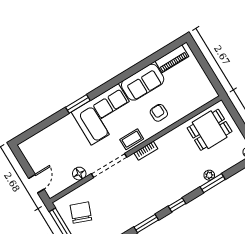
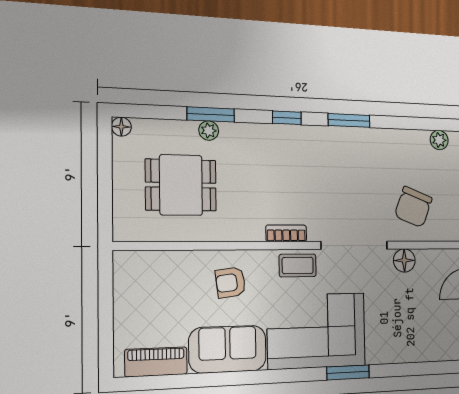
armchair: (159, 113) -> (231, 282), turned 85
dining table: (210, 130) -> (181, 185), moved
chair: (81, 213) -> (413, 207), moved

